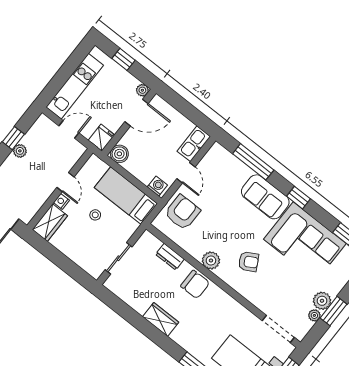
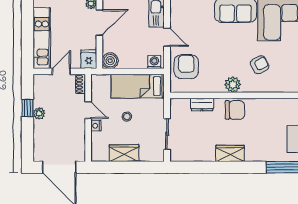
shoe rack: (77, 154) -> (81, 84), added
wardrobe: (50, 223) -> (124, 153), moved, turned -90

